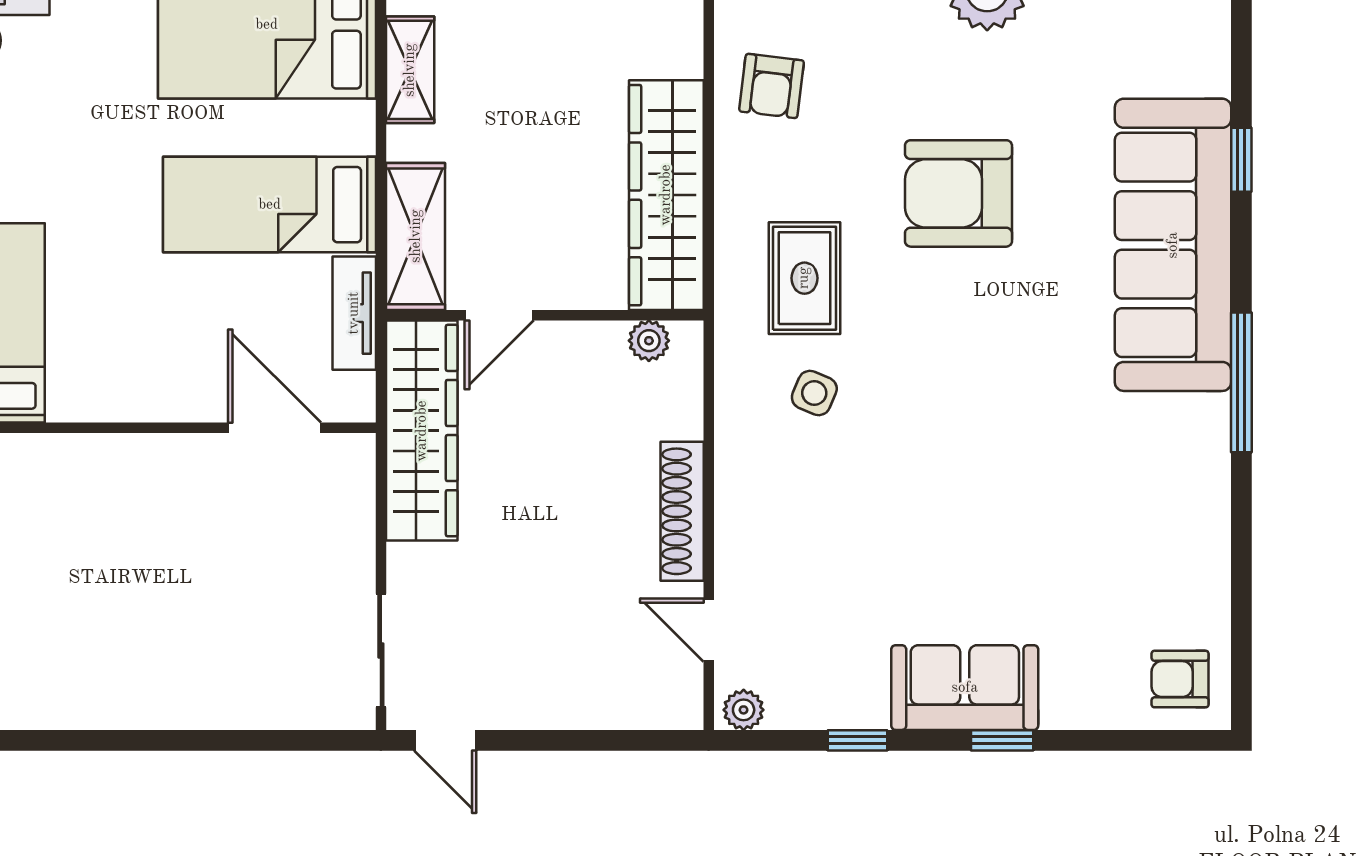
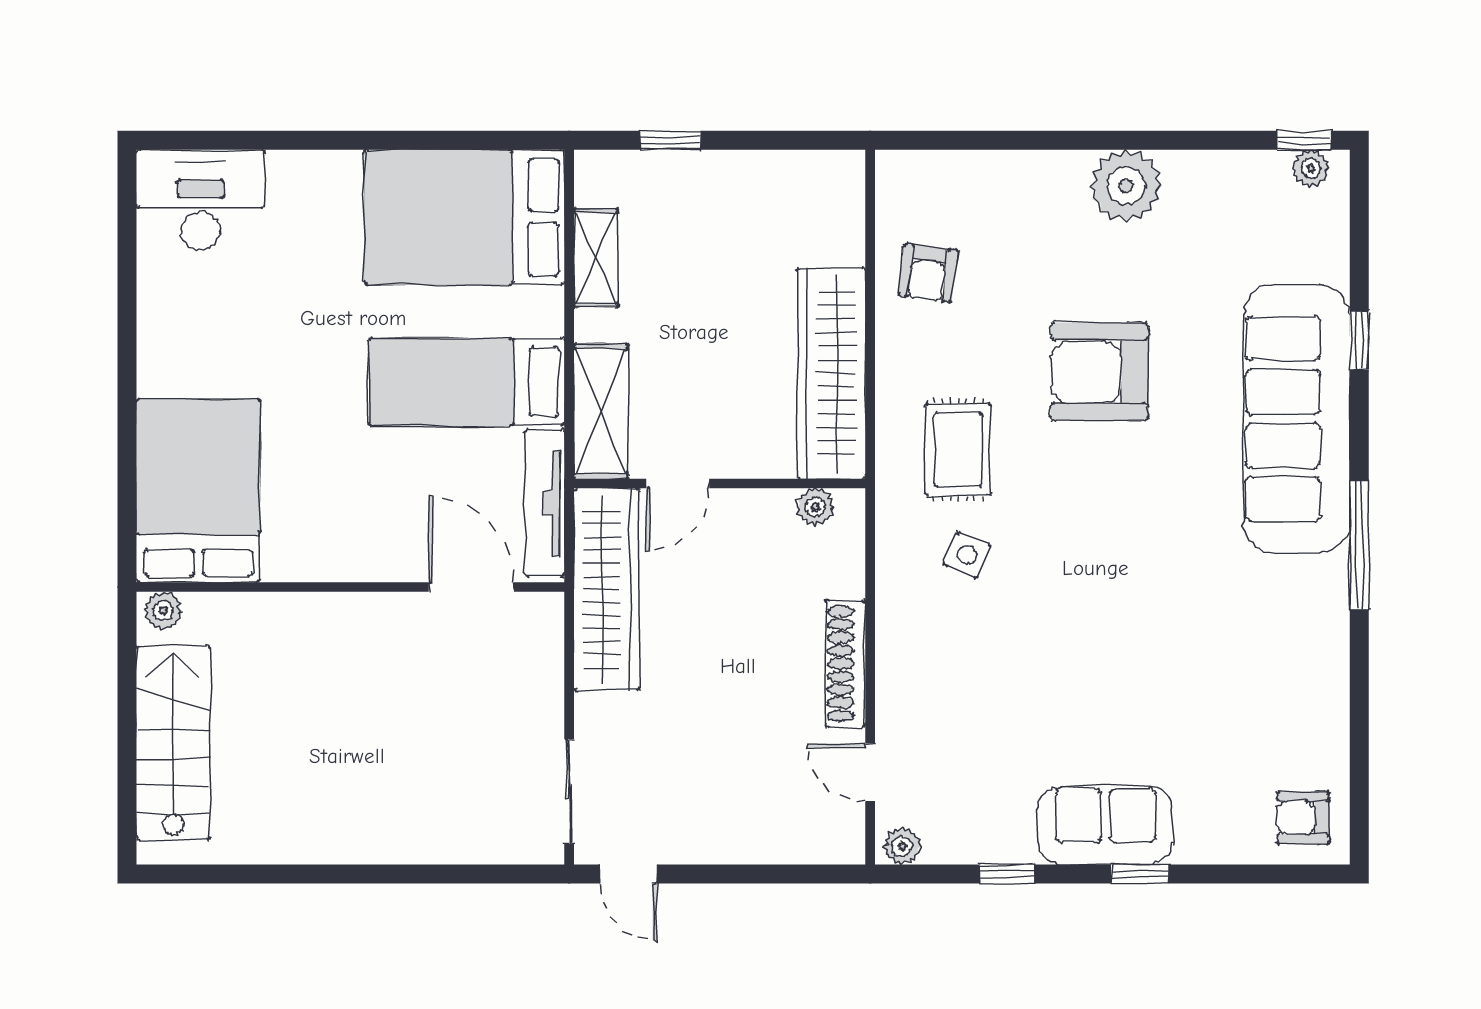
tv unit: (354, 313) -> (545, 503), width x1.41

